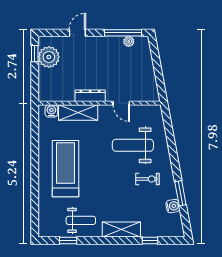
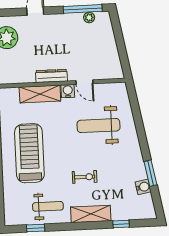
water cooler: (51, 111) -> (68, 91), moved
exercise bike: (148, 179) -> (85, 177), moved

